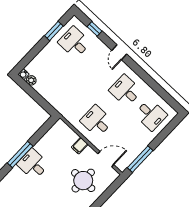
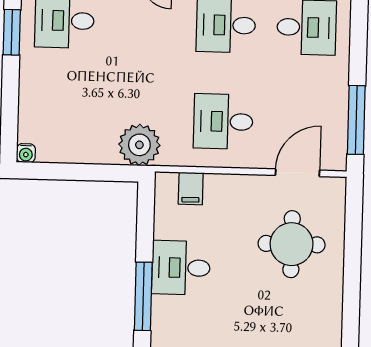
plant: (31, 80) -> (139, 145), moved, width x1.88, depth x1.88
filing cabinet: (80, 146) -> (191, 188), moved
desk: (33, 164) -> (181, 268), moved

